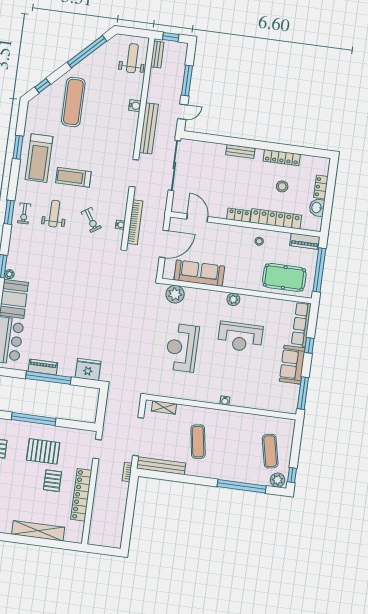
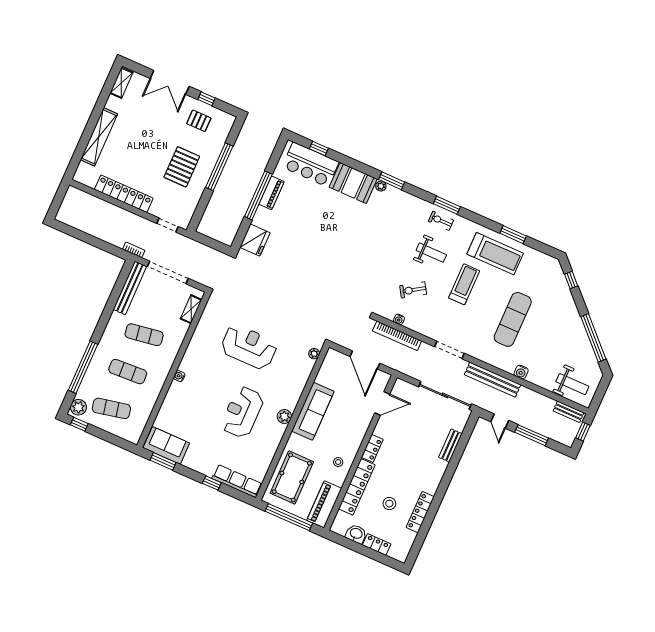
exercise mat: (73, 102) -> (513, 319), moved, turned 90
bench: (240, 151) -> (450, 445), moved
treadmill: (39, 158) -> (495, 254), turned 180
piano: (305, 241) -> (324, 504), width x1.37, depth x1.33
sofa: (199, 273) -> (313, 411), moved
plant: (175, 294) -> (314, 354), width x0.53, depth x0.53
sofa: (292, 365) -> (166, 445), moved
window: (303, 393) -> (163, 461), width x0.69
exercise mat: (234, 446) -> (128, 372), added
pallet: (52, 481) -> (148, 168), removed

